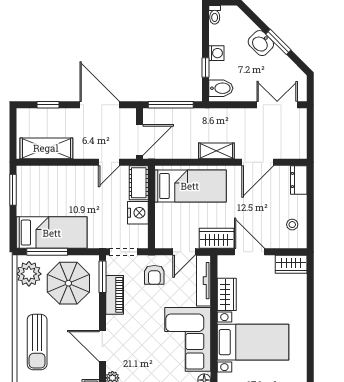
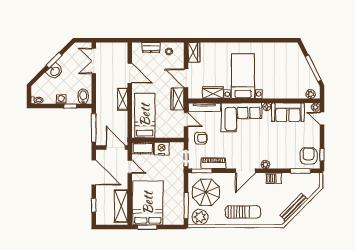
door: (100, 105) -> (94, 173), swing flipped
dresser: (299, 180) -> (151, 47), moved
bed: (52, 233) -> (148, 203), moved, width x1.50
door: (249, 252) -> (186, 78), hinge flipped

